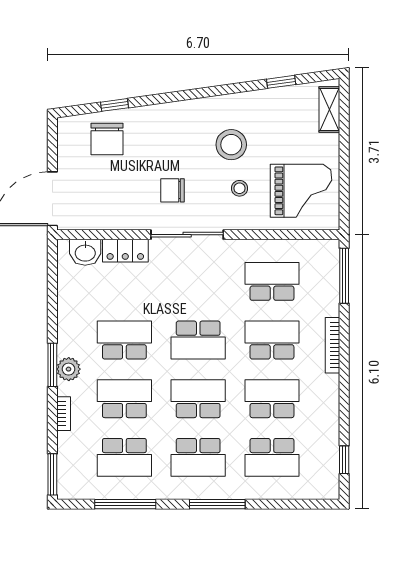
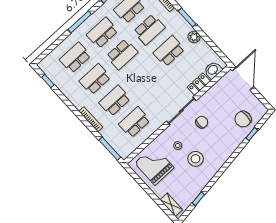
chair: (107, 139) -> (243, 119), turned -90
grand piano: (301, 191) -> (154, 165), turned 90
school desk: (272, 281) -> (134, 122), turned 180
school desk: (124, 340) -> (169, 51), turned 180
school desk: (198, 340) -> (142, 76), removed
school desk: (272, 340) -> (115, 101), turned 180
plant: (69, 369) -> (194, 37), moved
school desk: (272, 399) -> (95, 79), turned 180

